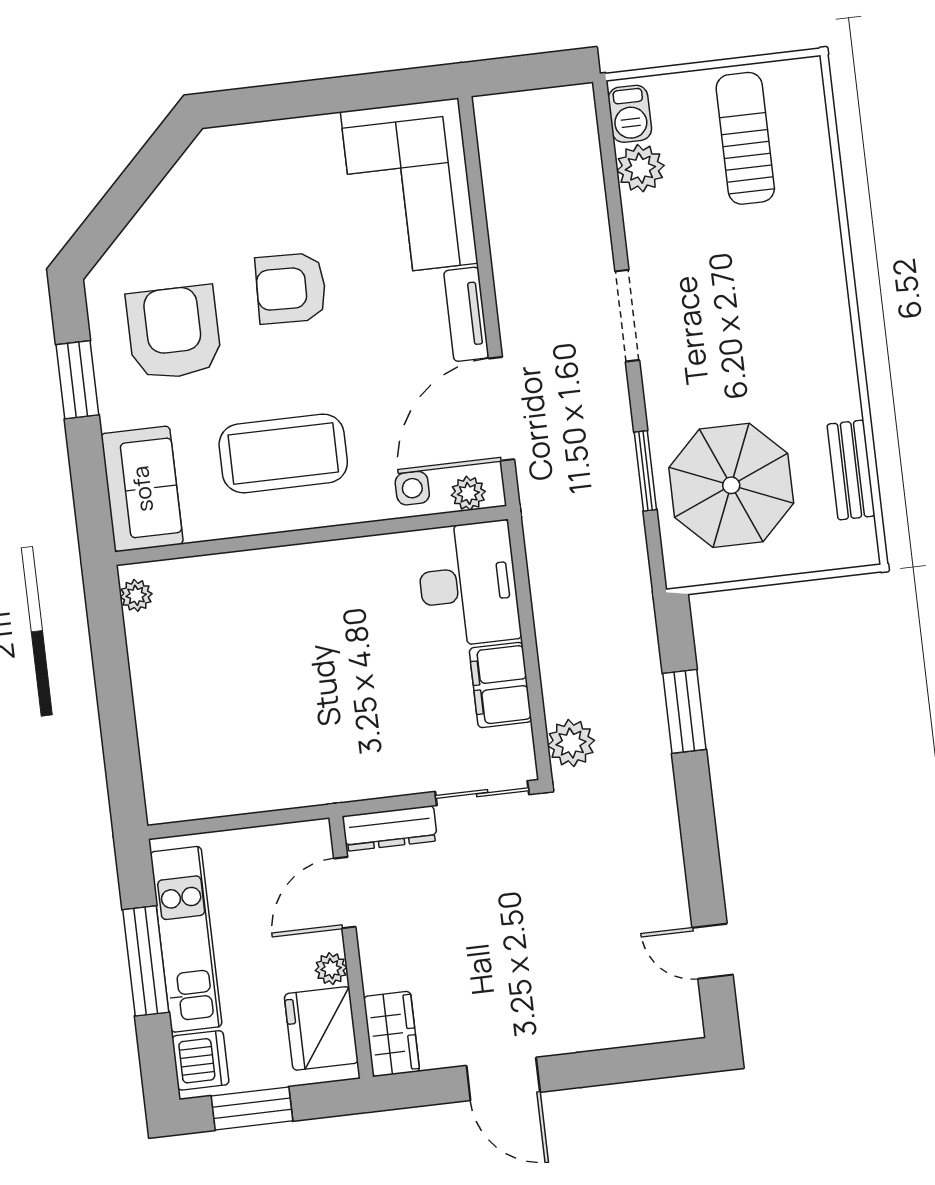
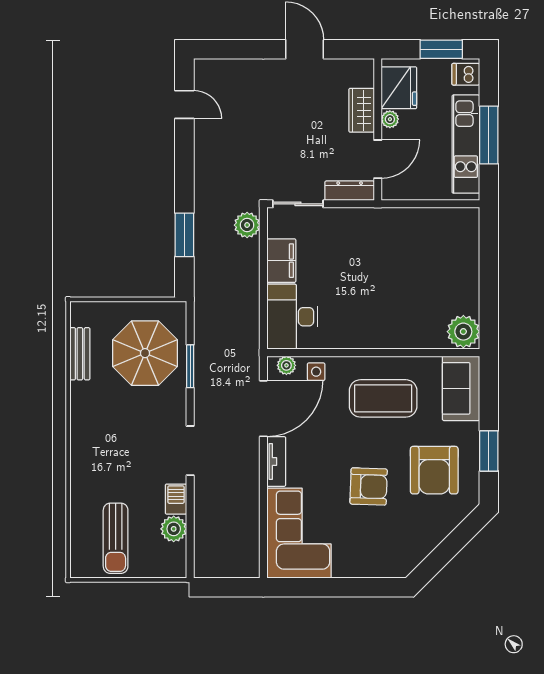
barbecue: (630, 114) -> (176, 499), moved
plant: (136, 595) -> (463, 332), width x1.87, depth x1.87
wardrobe: (392, 1034) -> (362, 110), moved
dishwasher: (200, 1060) -> (466, 74), width x0.73

